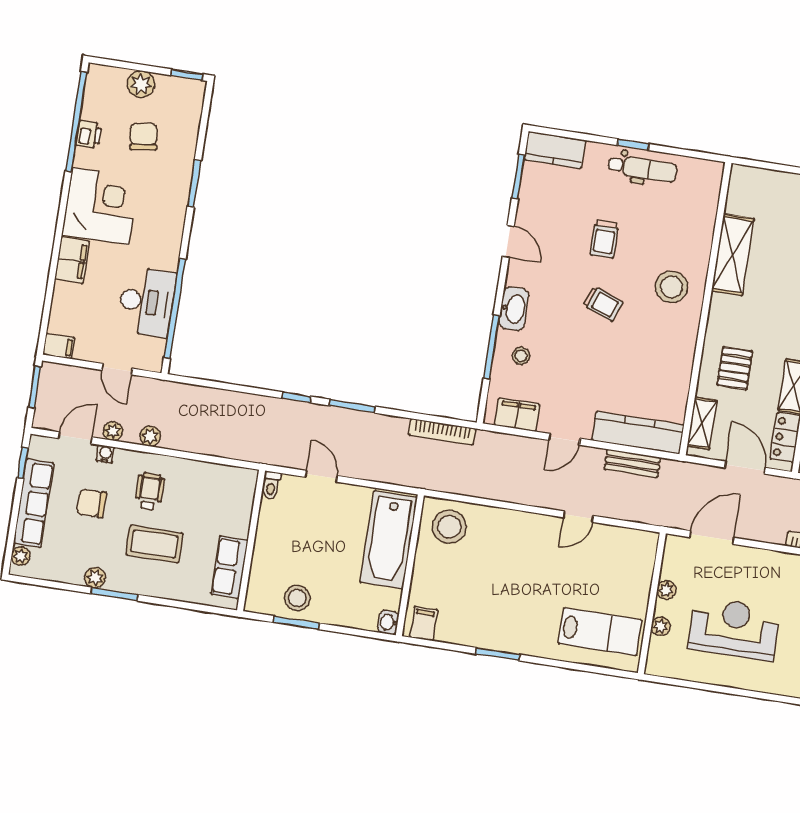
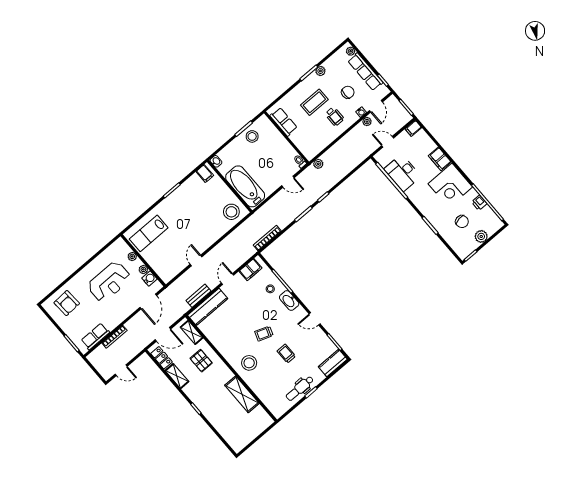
plant: (150, 436) -> (318, 164), moved
water cooler: (673, 567) -> (150, 279), added

